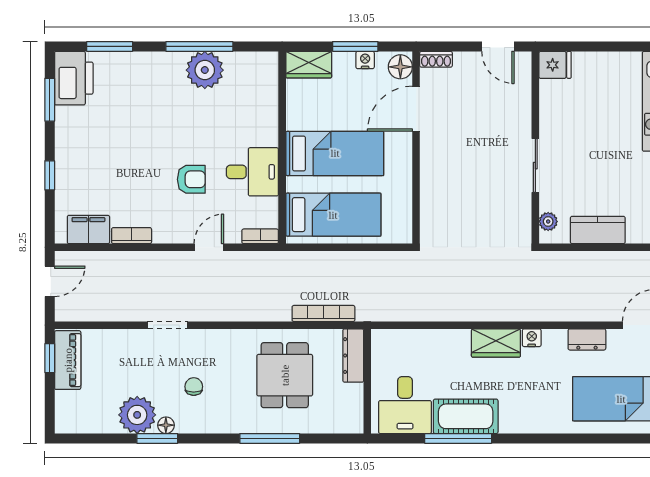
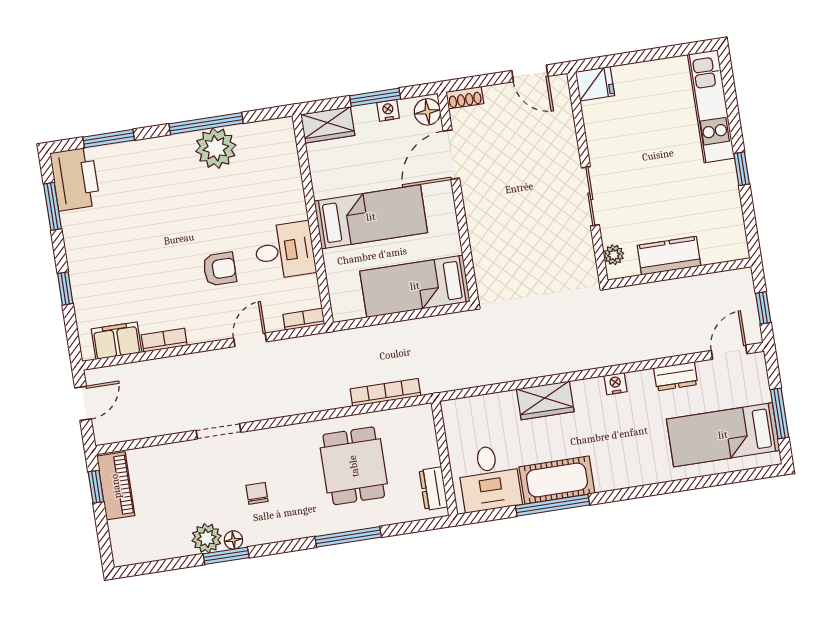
bed: (333, 215) -> (415, 286), moved, turned 180
wardrobe: (496, 343) -> (545, 400), moved
dresser: (353, 356) -> (433, 489), moved, width x0.70
plant: (137, 415) -> (207, 538), width x0.73, depth x0.73

